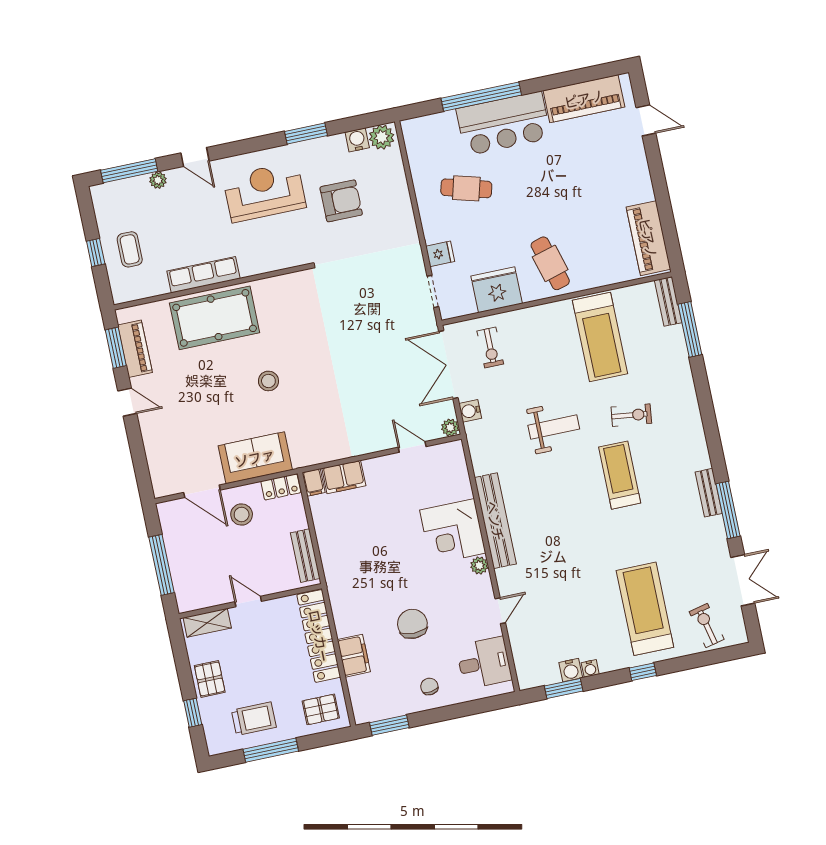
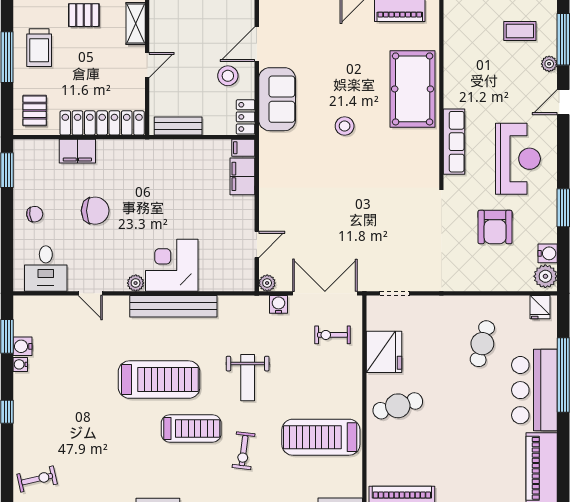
coffee table: (130, 249) -> (520, 31), moved
fridge: (440, 254) -> (540, 307), moved
row of seats: (203, 275) -> (454, 142), moved
treadmill: (645, 609) -> (159, 380), moved

